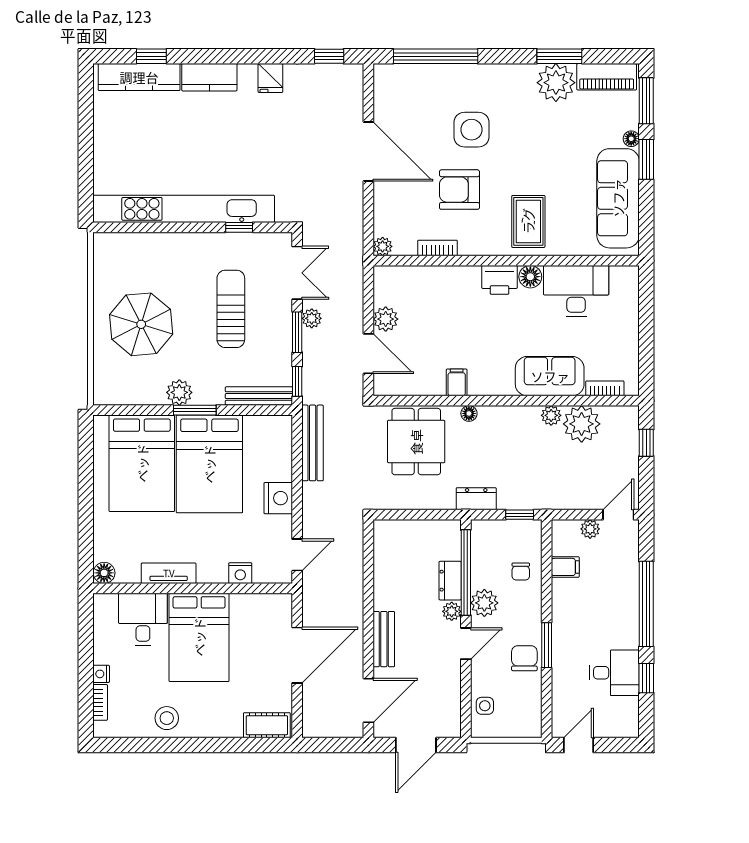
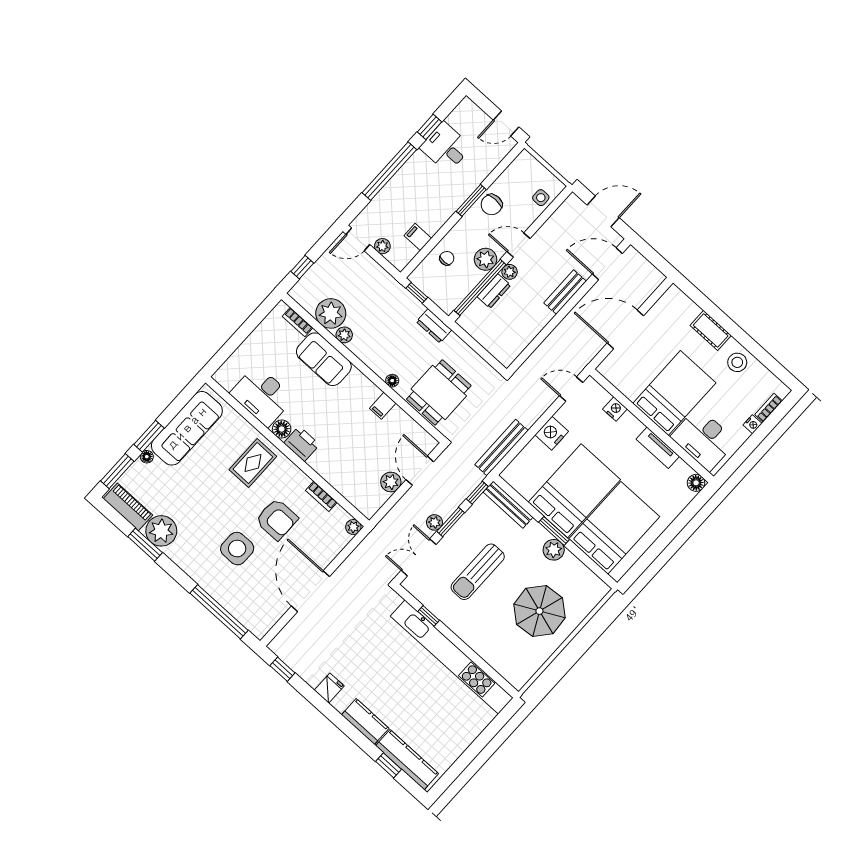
desk: (143, 619) -> (703, 439), width x1.37
cot: (267, 725) -> (711, 330), moved

